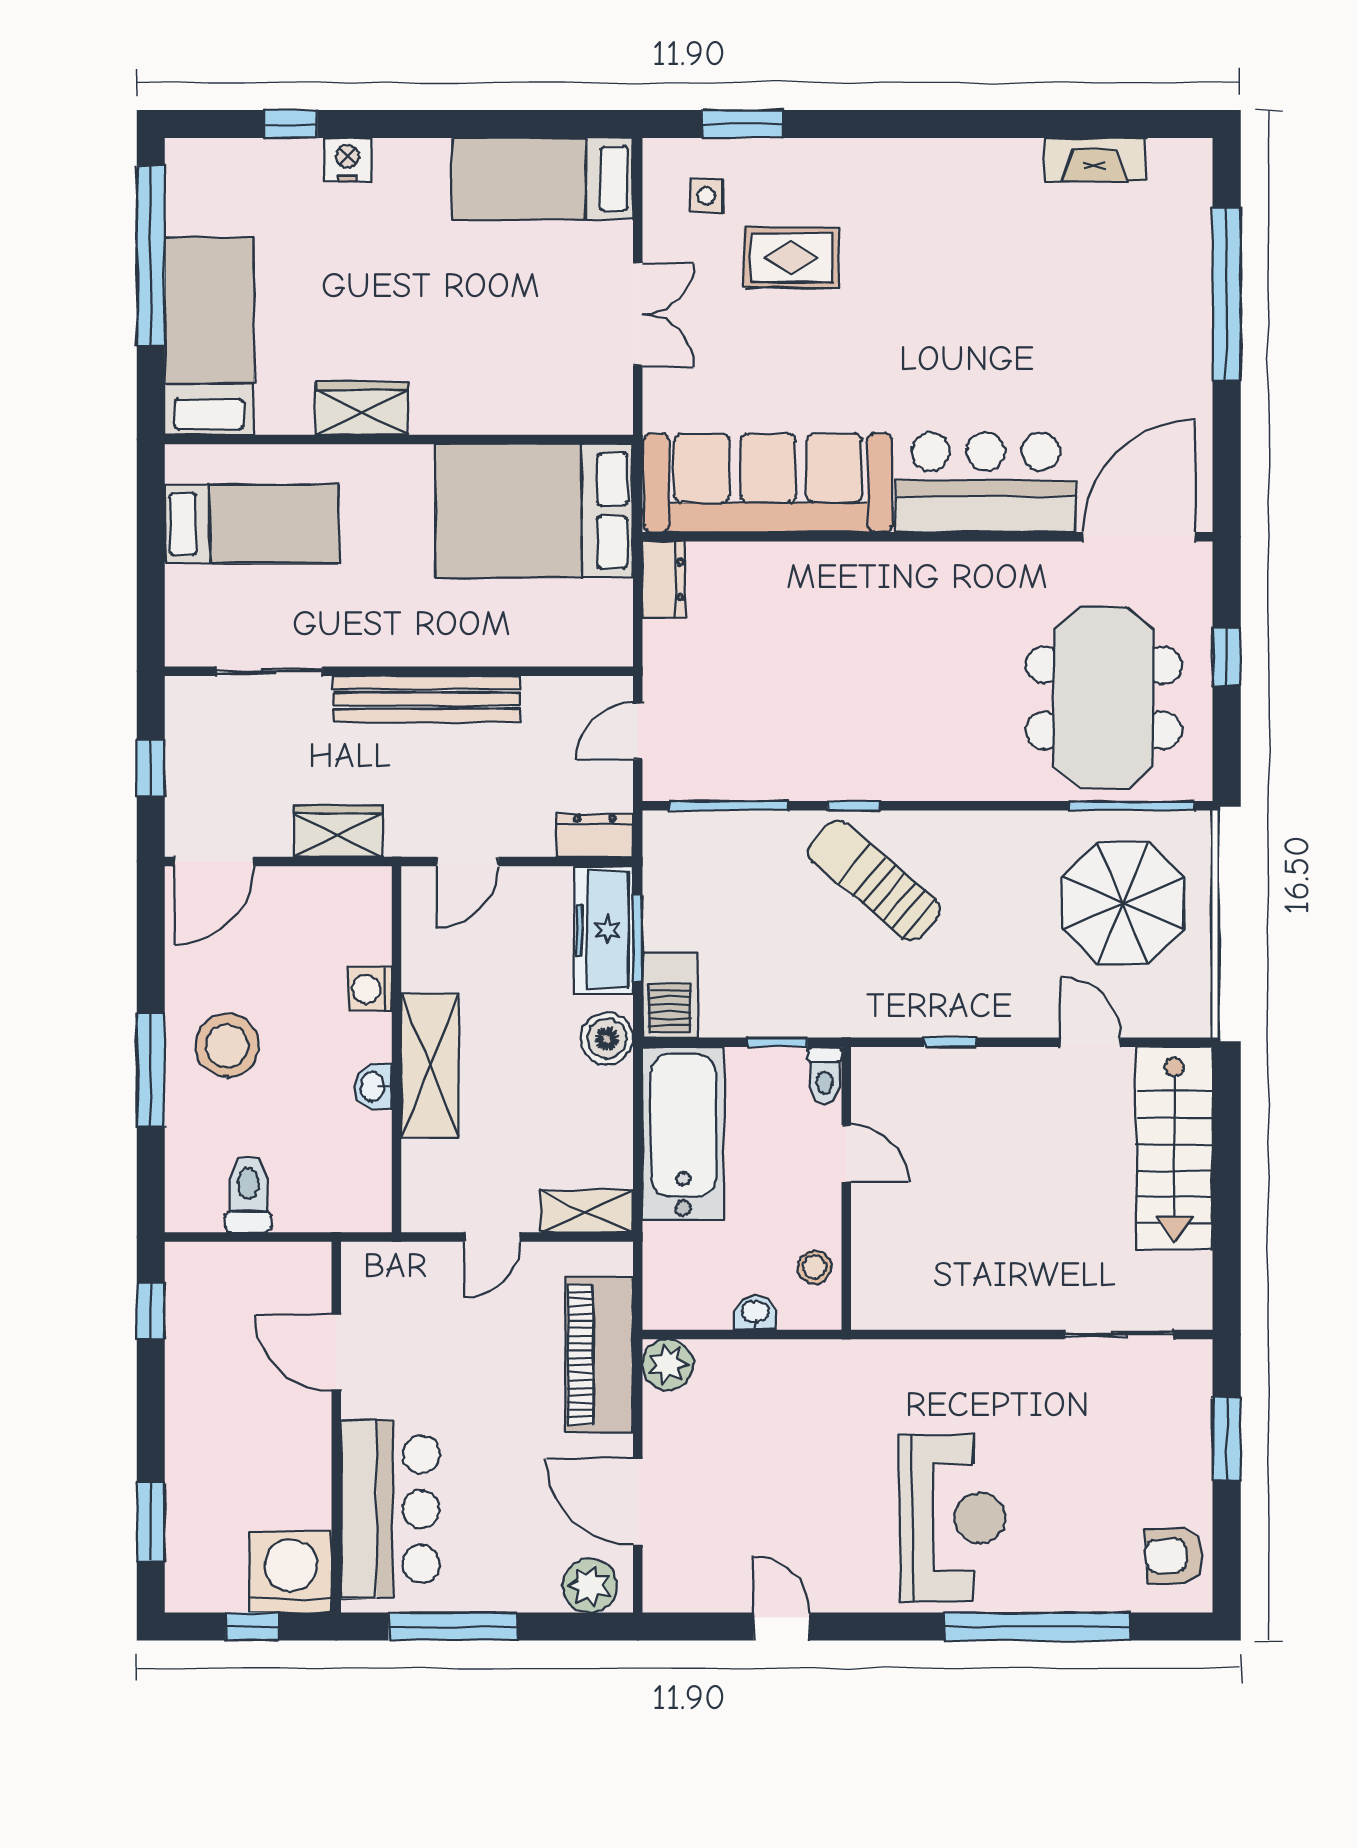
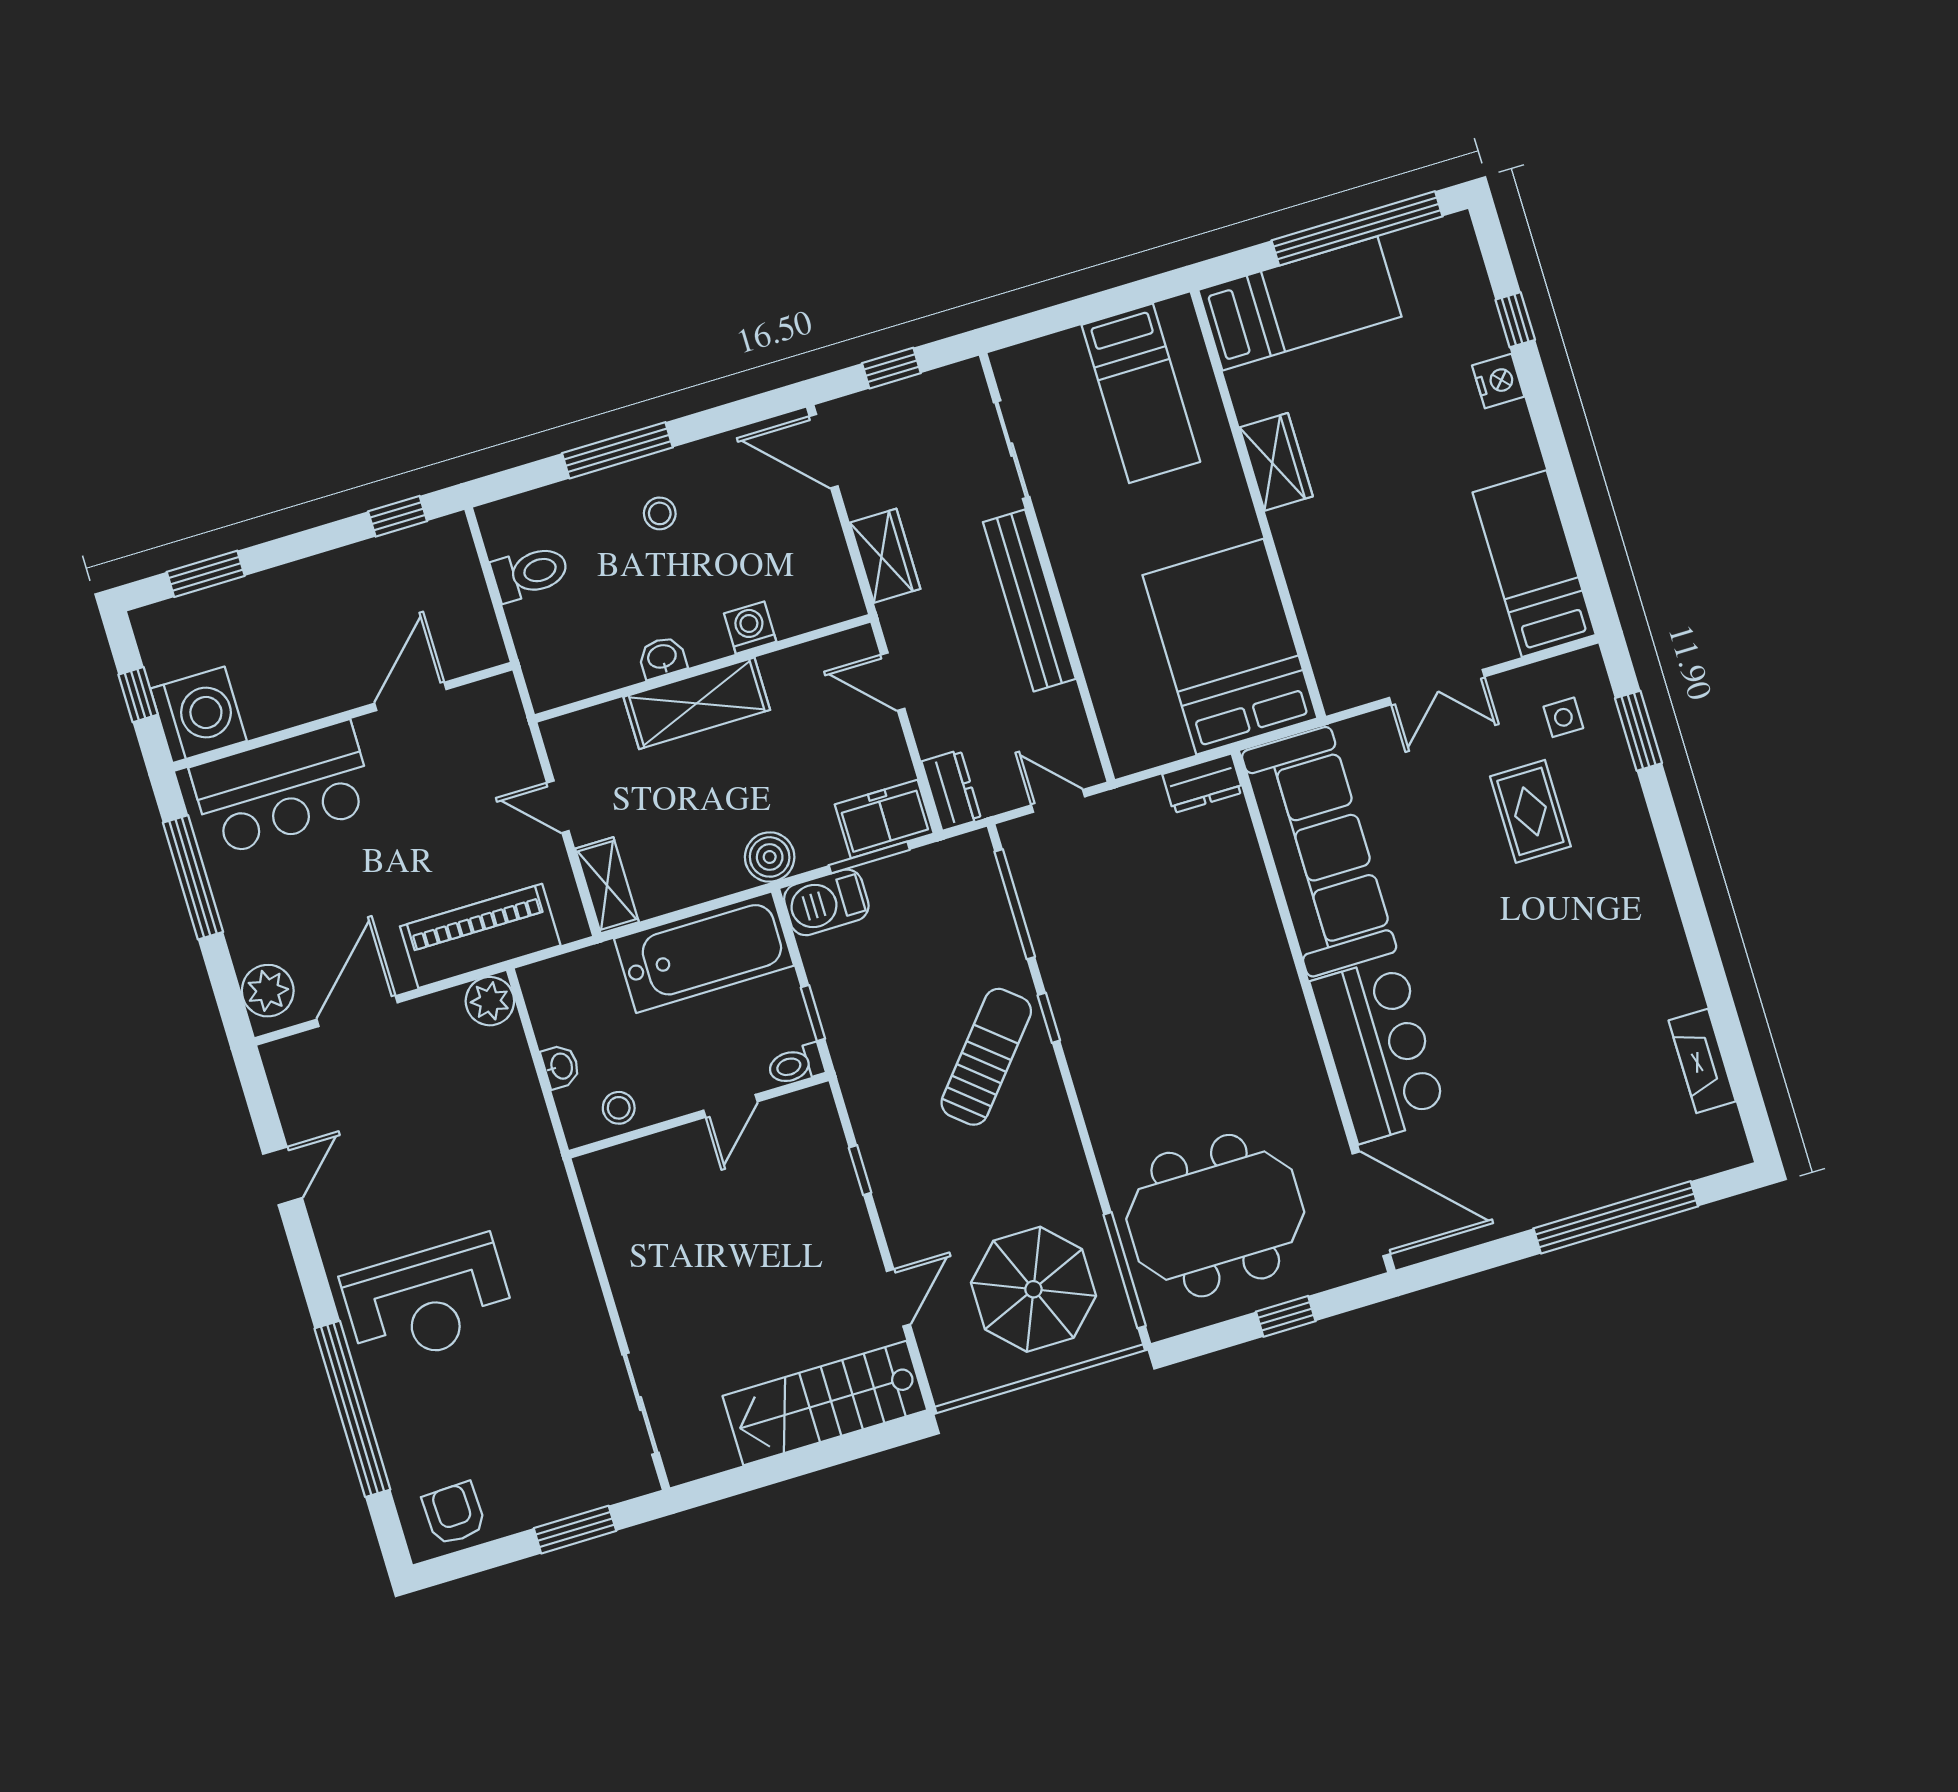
freezer: (603, 930) -> (884, 819), width x0.71
stool: (227, 1046) -> (660, 513), width x0.53, depth x0.53

